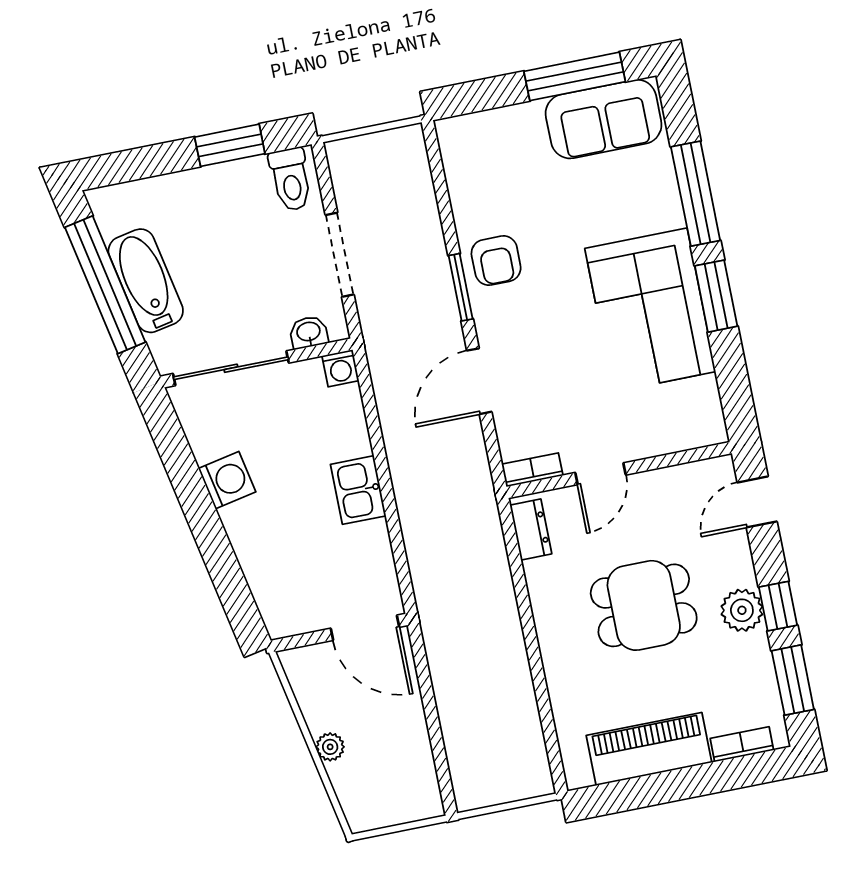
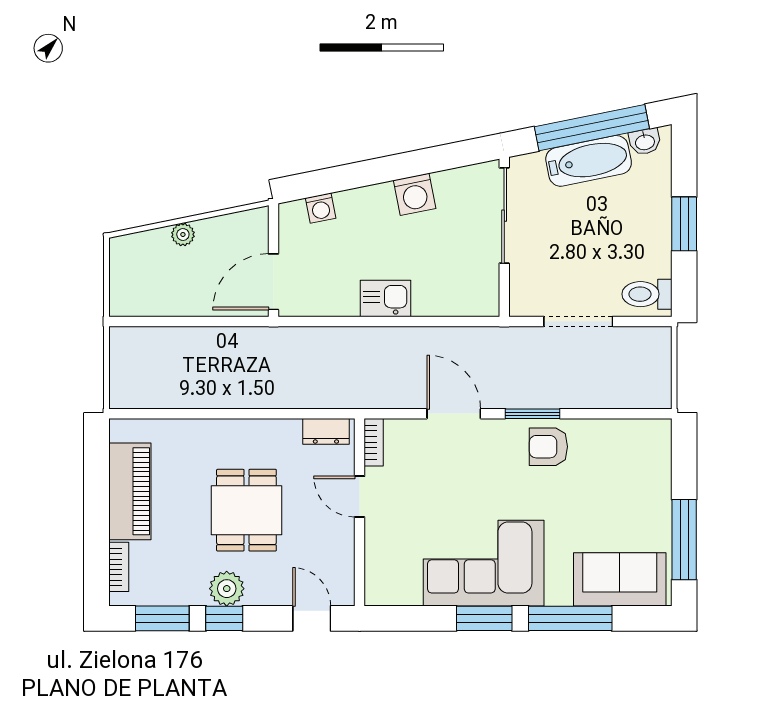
sofa: (604, 119) -> (620, 579), moved, turned 90
window: (230, 145) -> (684, 224), moved
washbasin: (309, 332) -> (645, 142), moved, turned 79
washing machine: (340, 368) -> (321, 208), moved, turned -101

